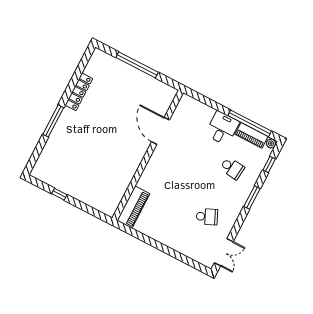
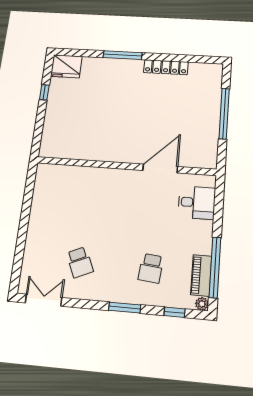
desk: (222, 128) -> (197, 203), moved
fridge: (44, 169) -> (66, 66), added
piano: (133, 207) -> (59, 174), removed
double door: (224, 252) -> (44, 300), swing flipped

